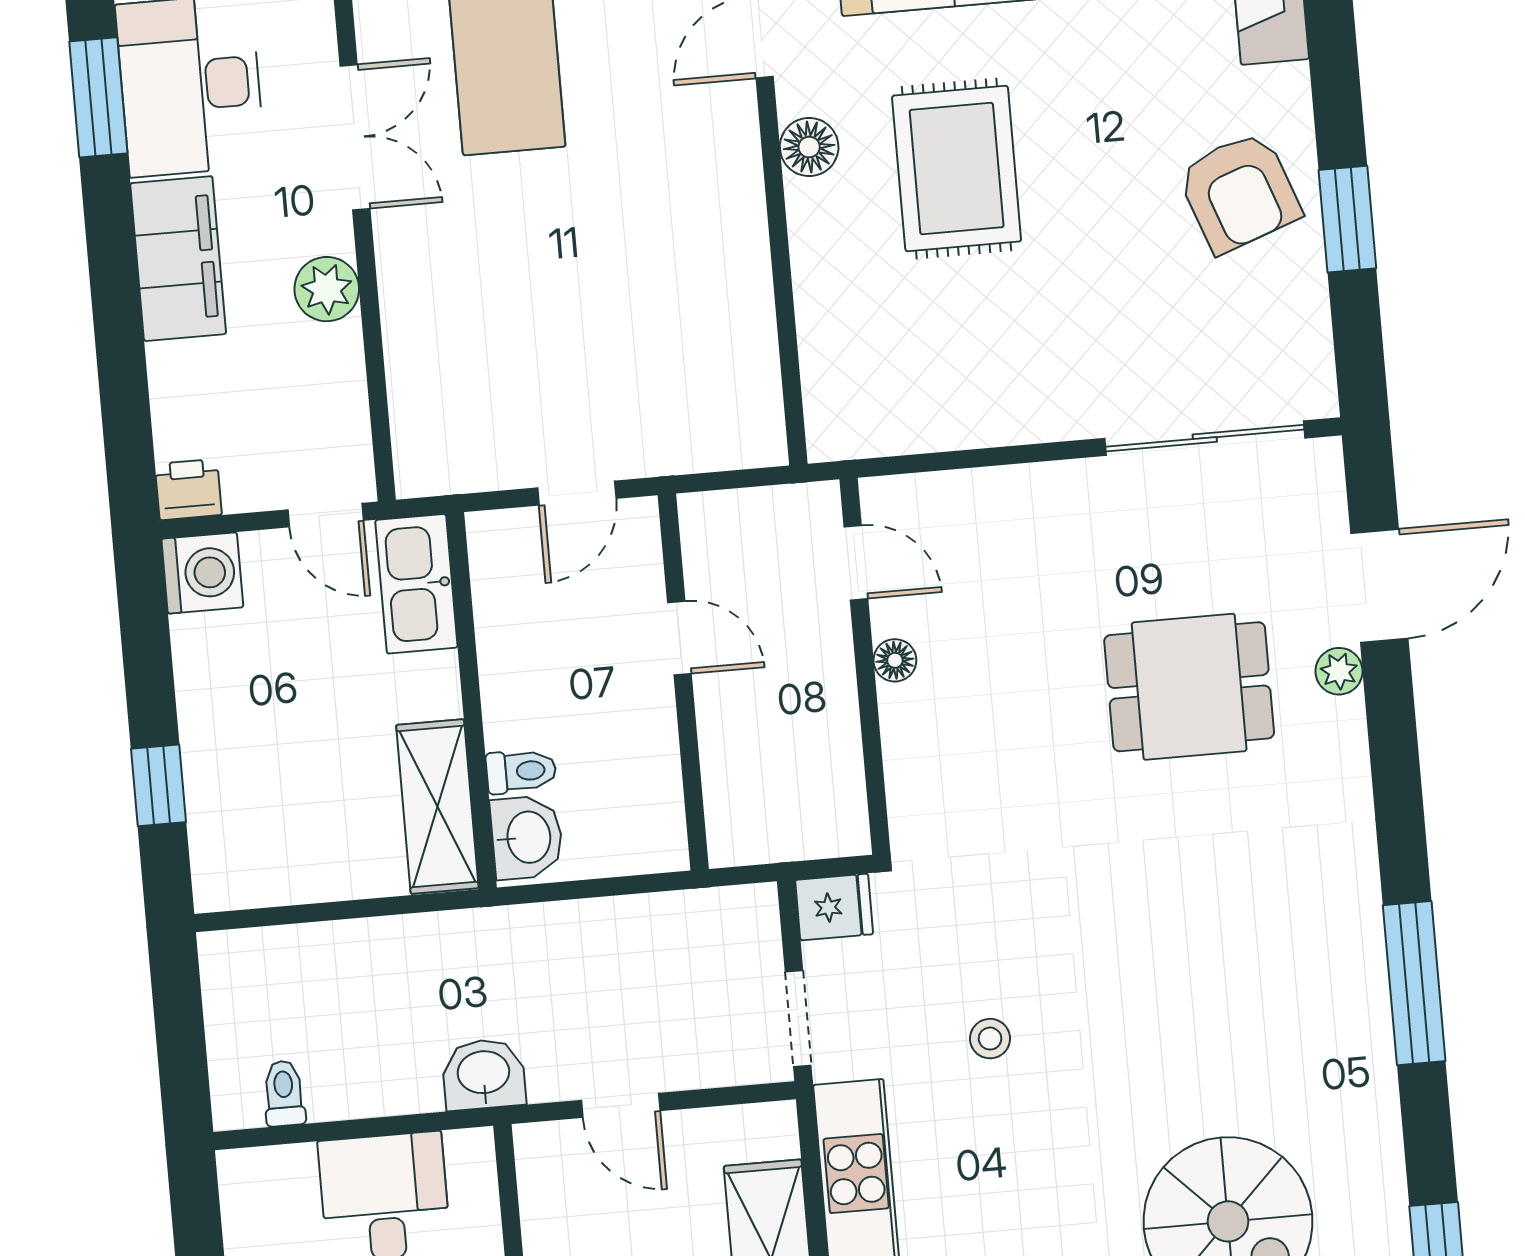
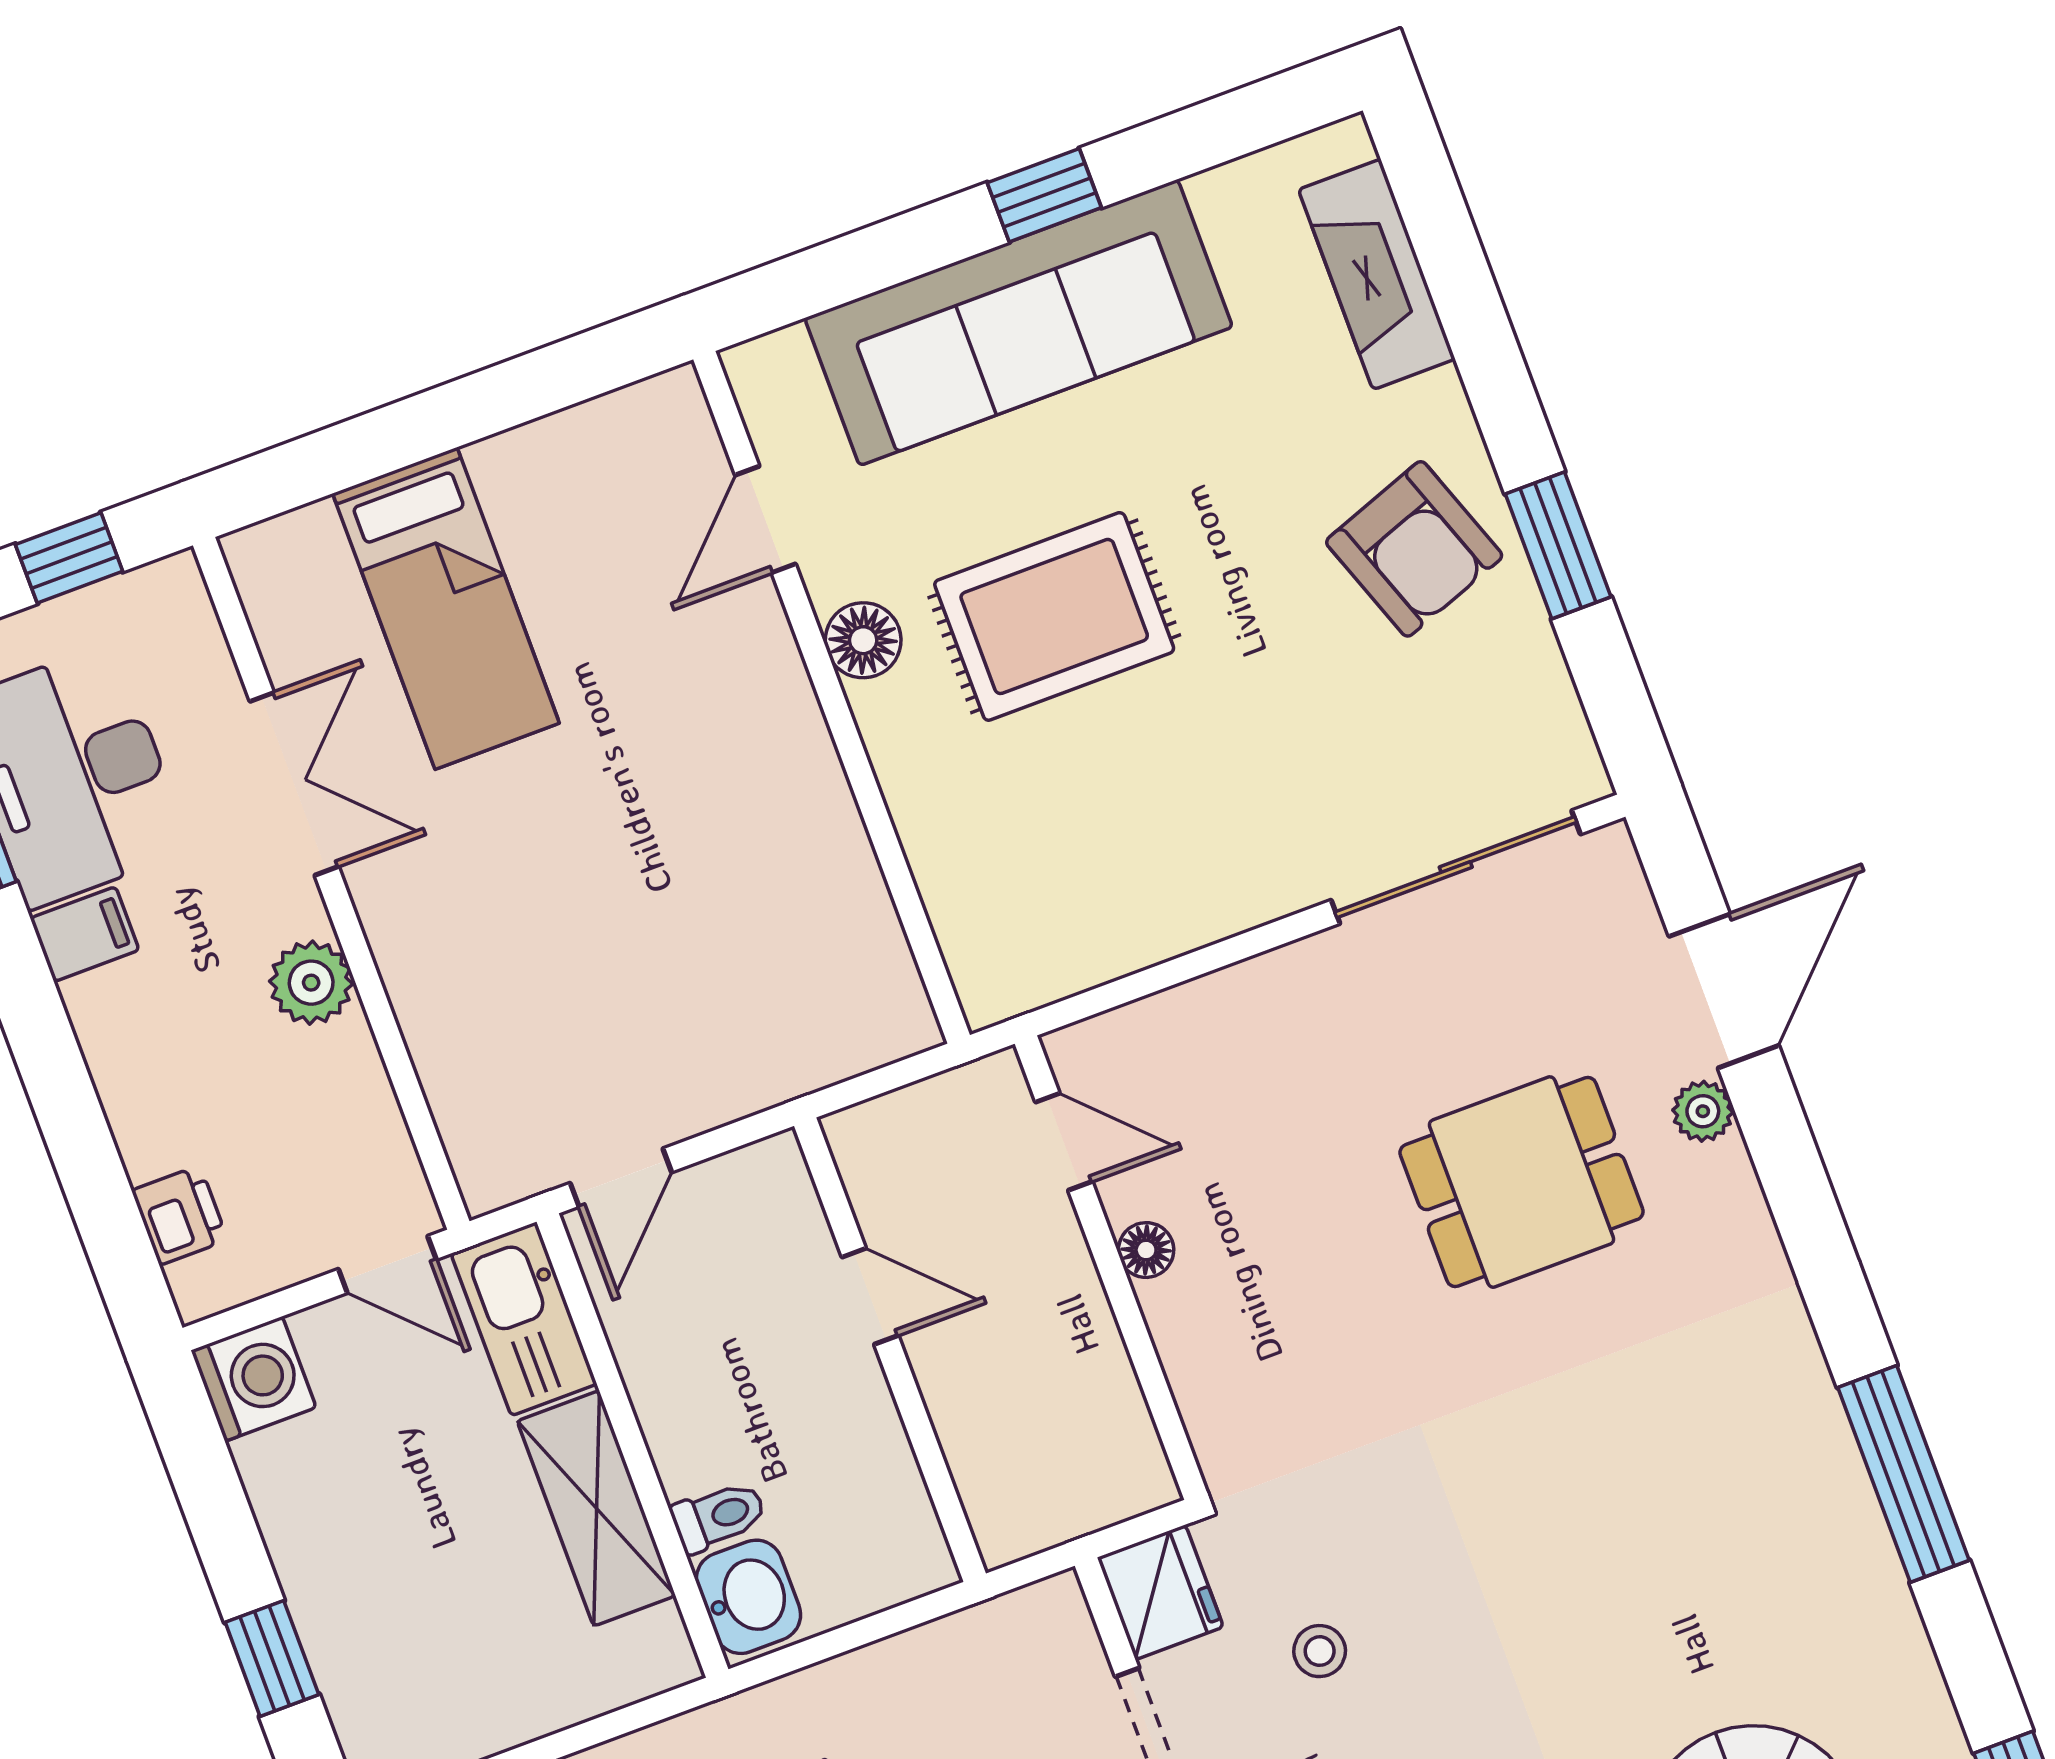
rug: (957, 169) -> (1054, 616), turned 90
filing cabinet: (178, 259) -> (85, 934), width x0.33, depth x0.86
printer: (188, 489) -> (180, 1215), moved, turned 90
door: (577, 493) -> (621, 1178), moved
shelving: (437, 807) -> (596, 1508), moved
fridge: (834, 907) -> (1160, 1592), width x1.38
stool: (990, 1039) -> (1320, 1651), moved

